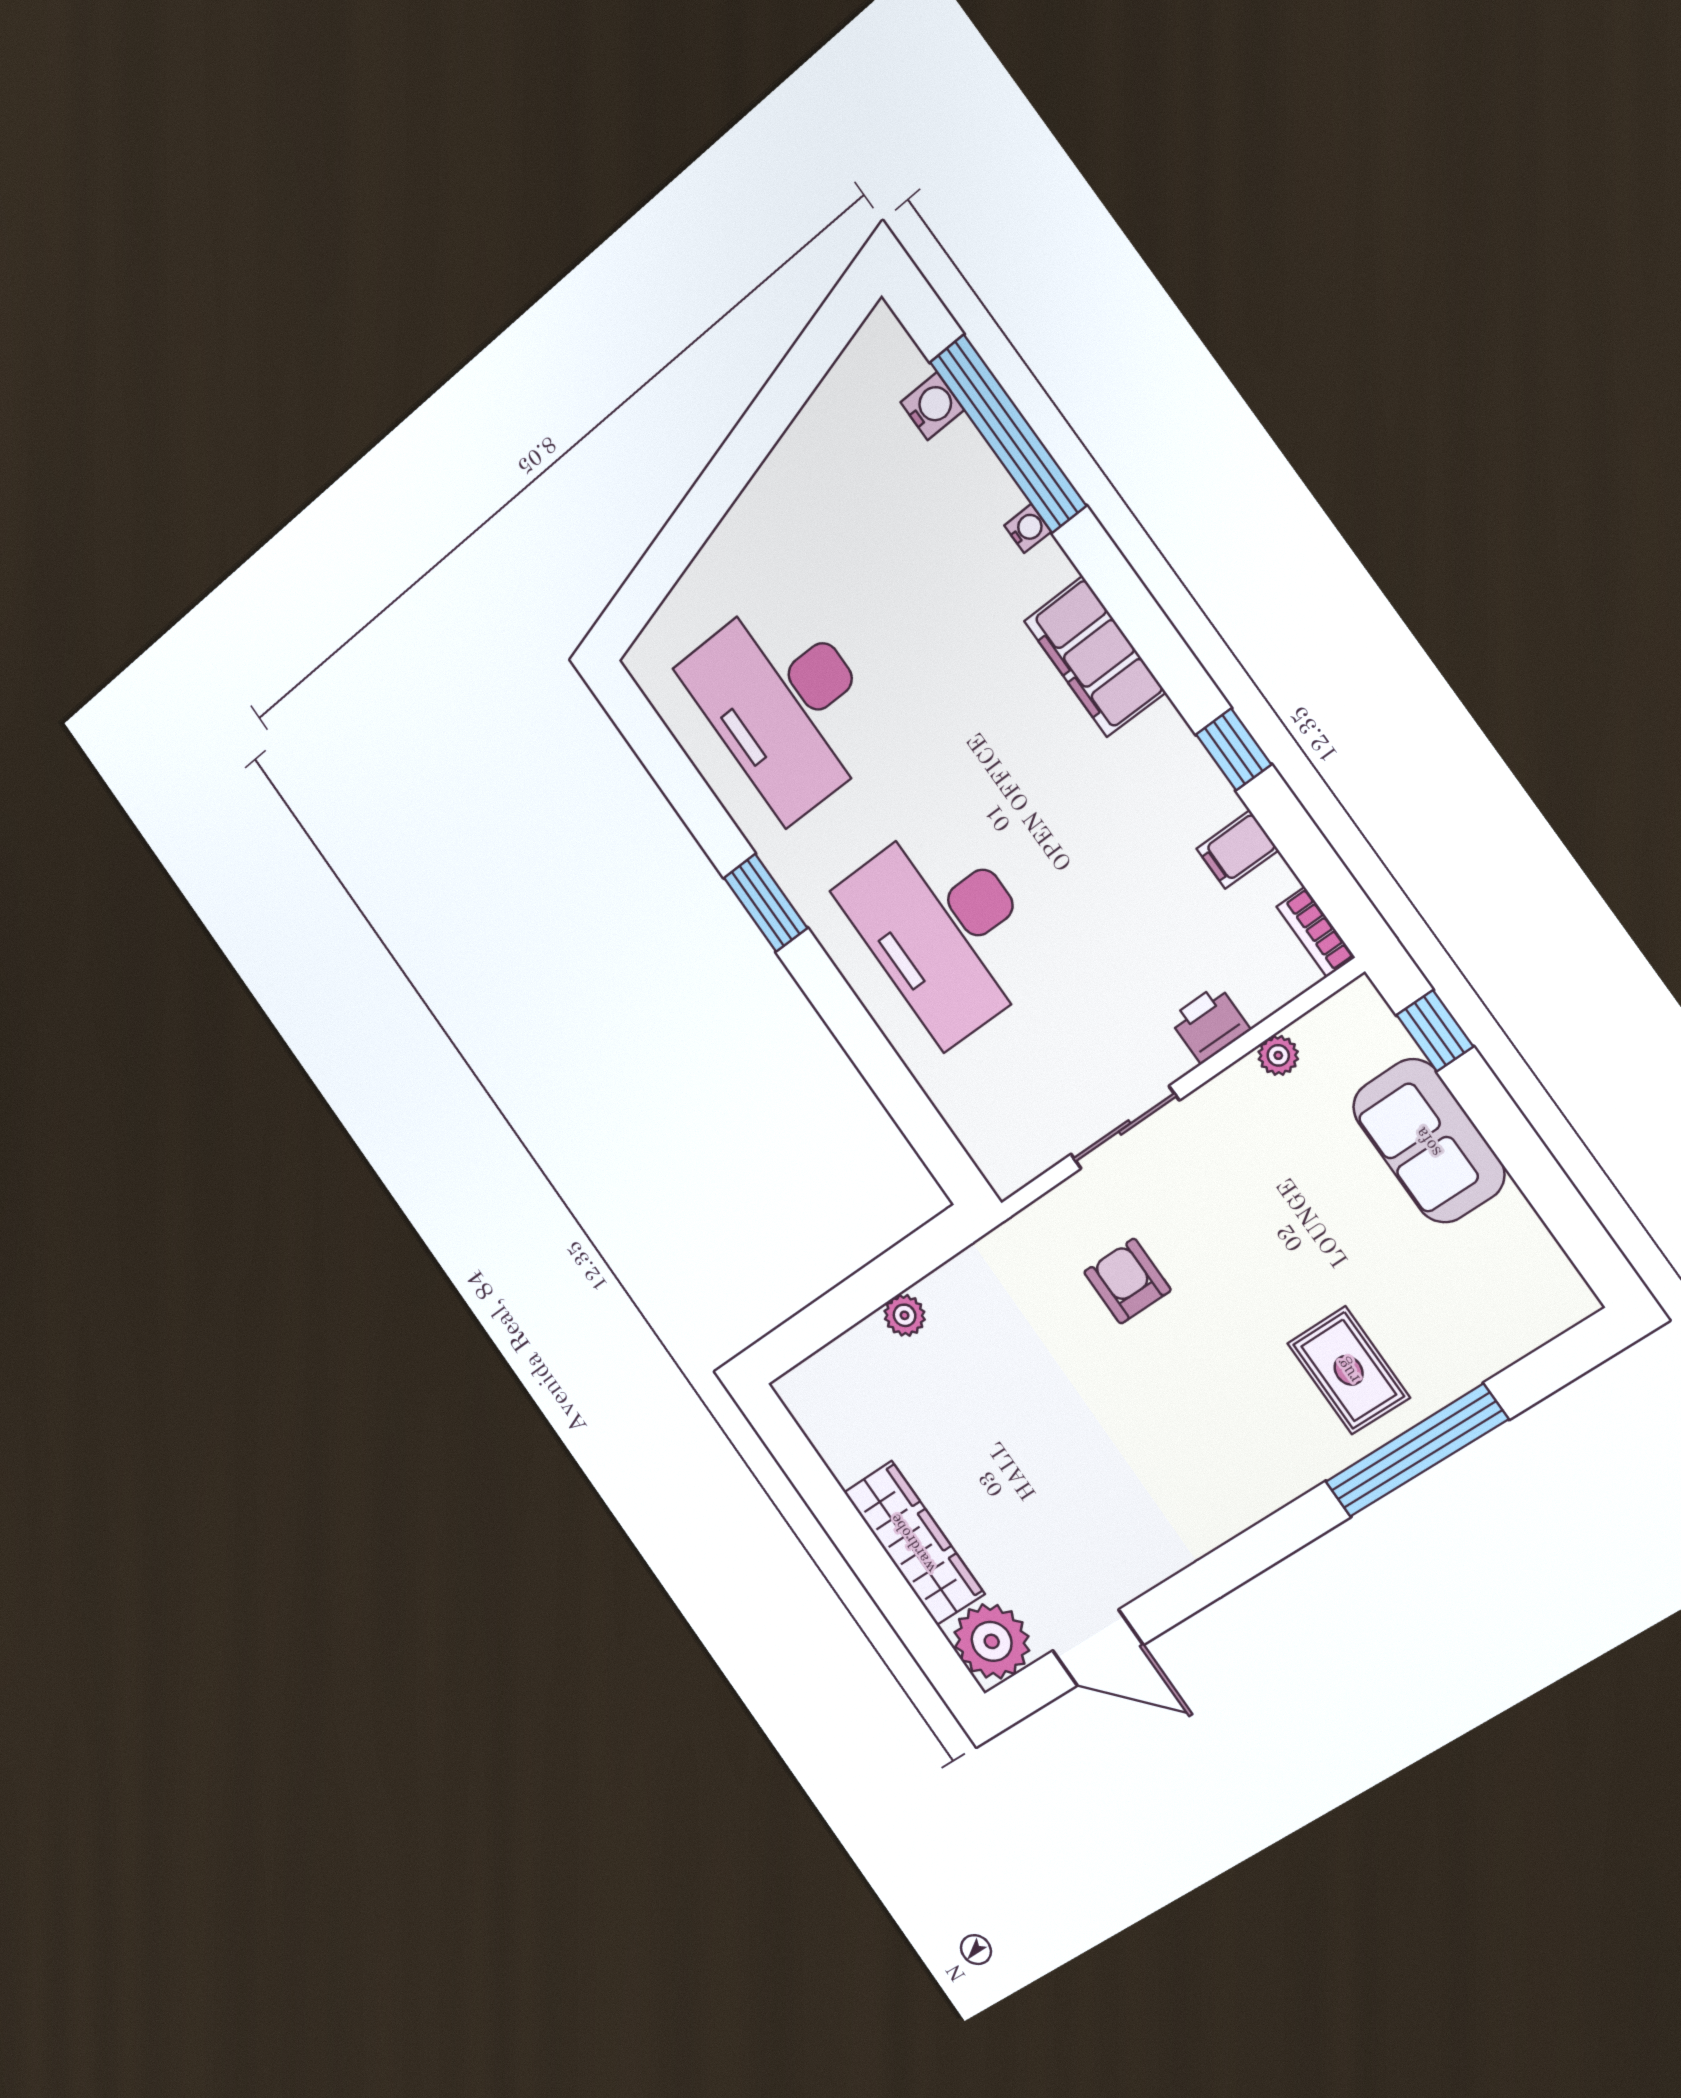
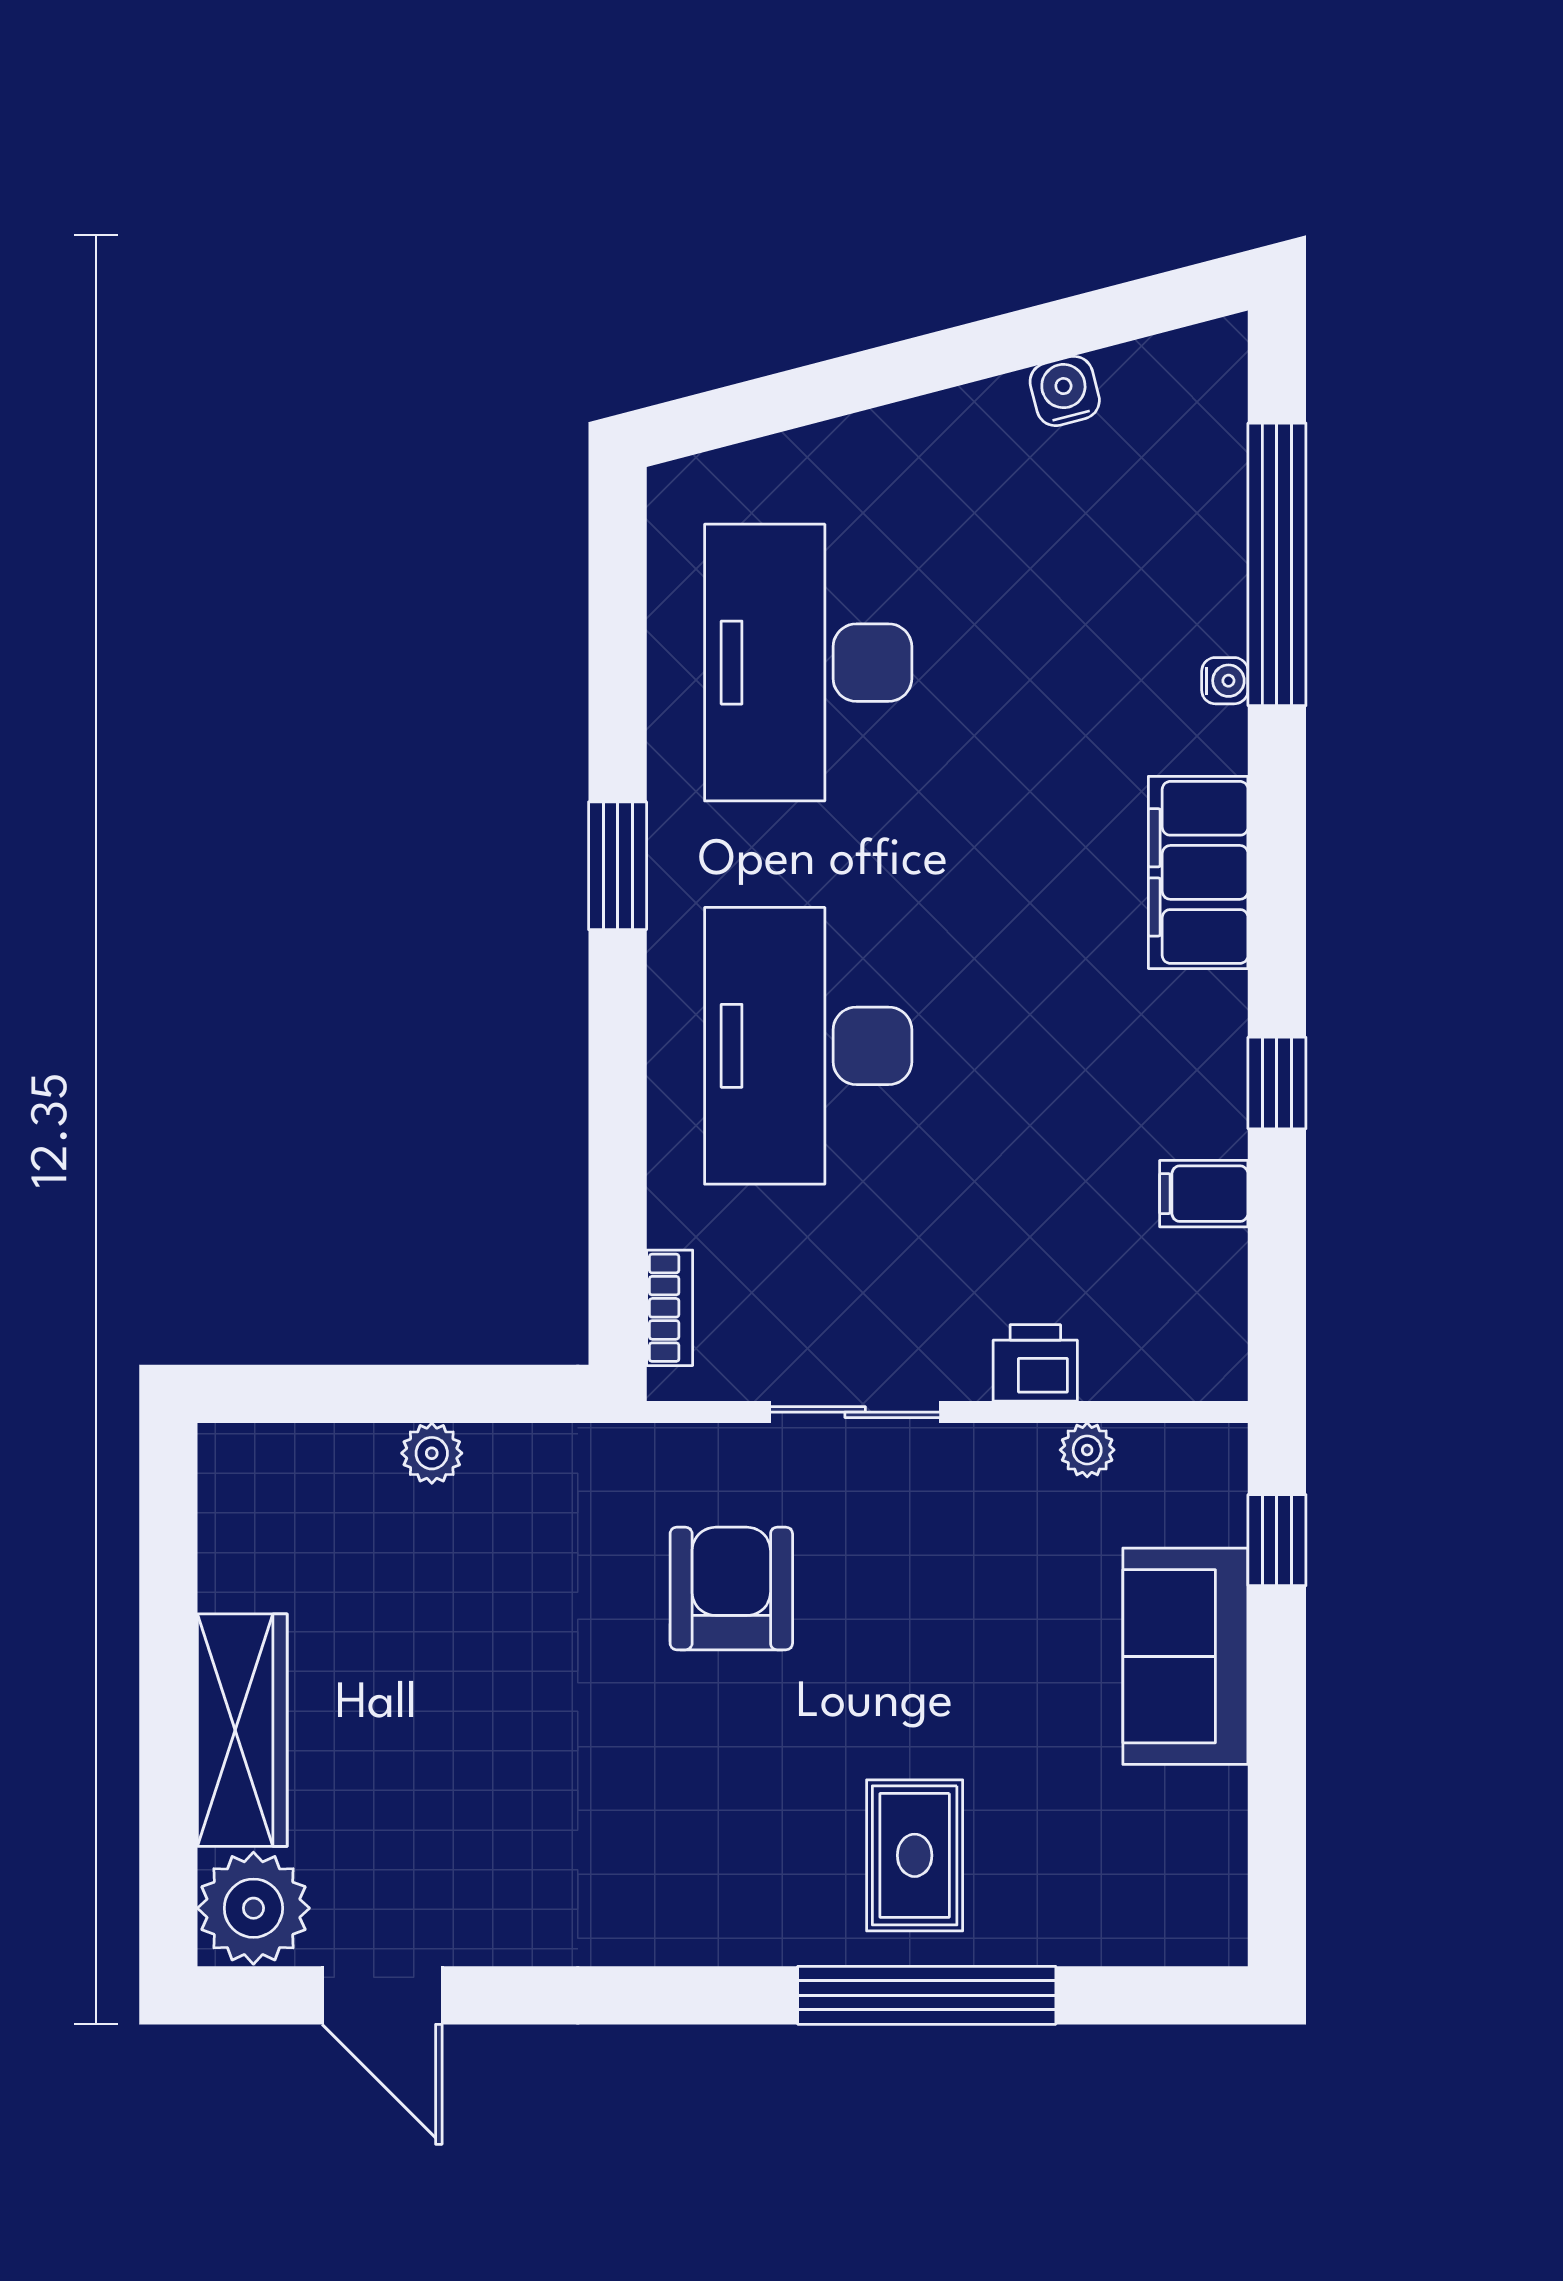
water cooler: (932, 406) -> (1065, 391), moved, turned -105
bookcase: (1316, 932) -> (670, 1308), moved, turned 180
armchair: (1127, 1281) -> (731, 1588), width x1.38, depth x1.38

